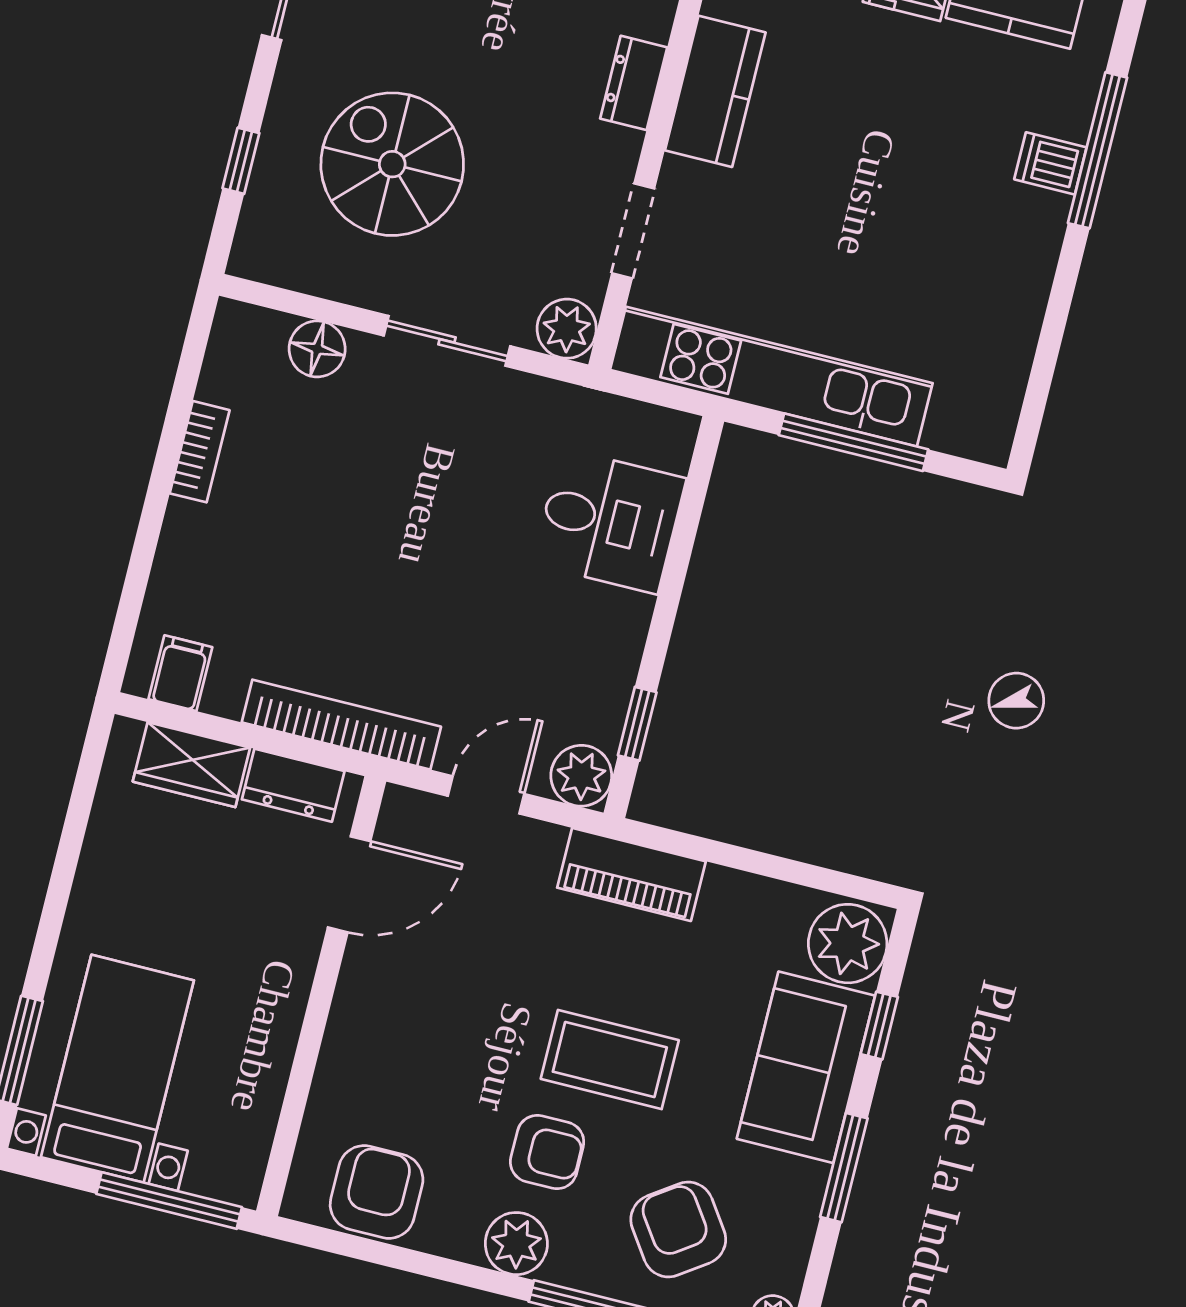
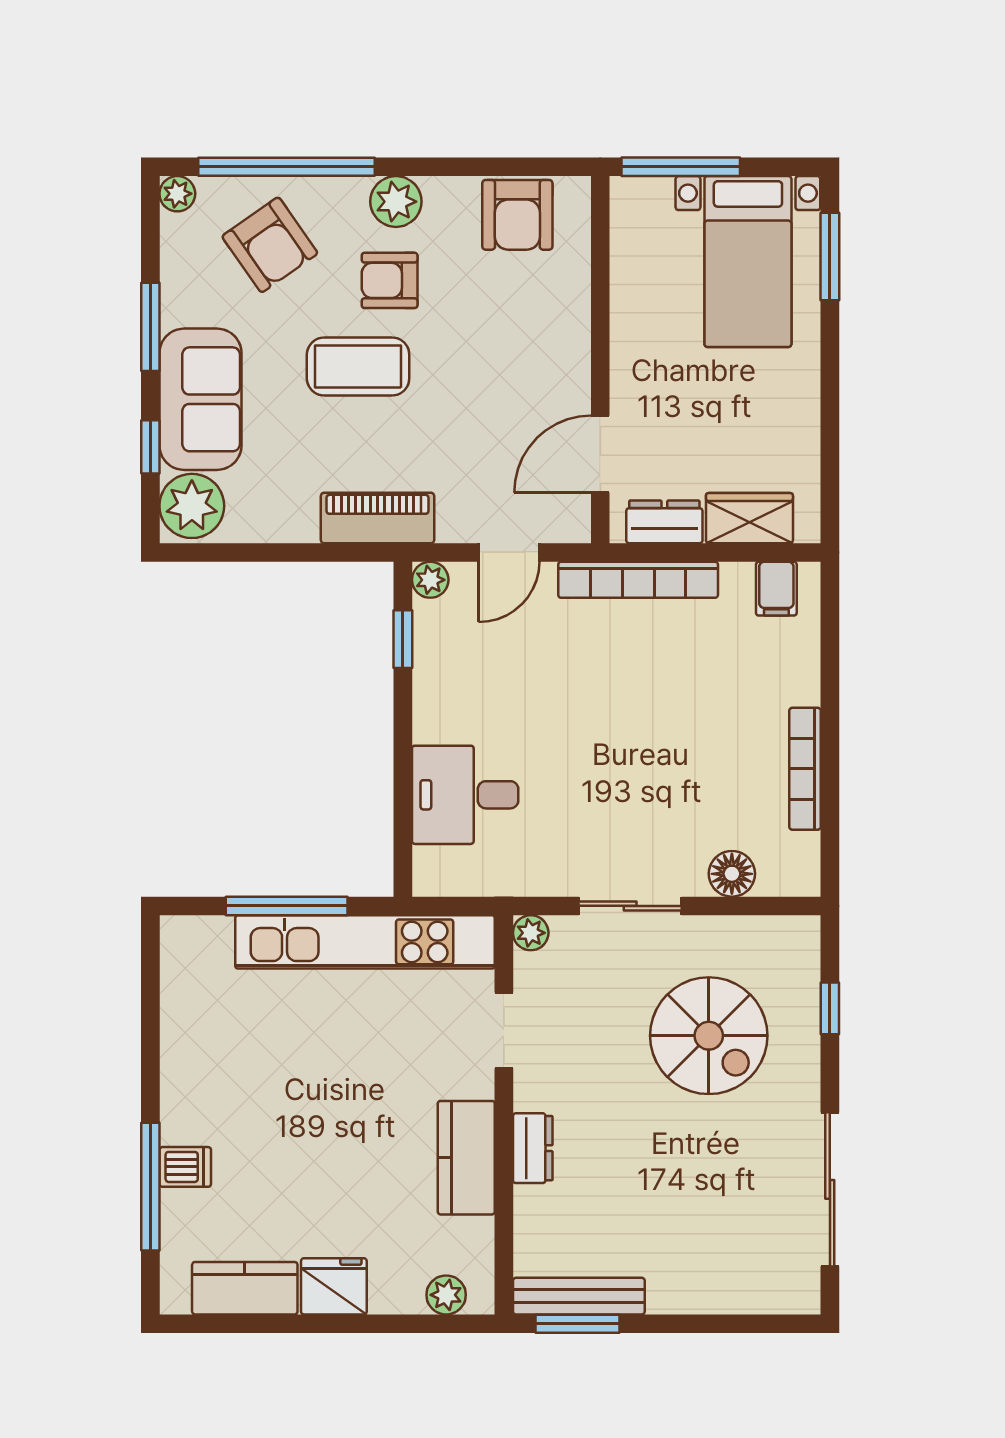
plant: (567, 329) -> (531, 933), width x0.73, depth x0.73
bookcase: (200, 452) -> (805, 769), width x1.56
plant: (581, 776) -> (430, 580), width x0.73, depth x0.73

